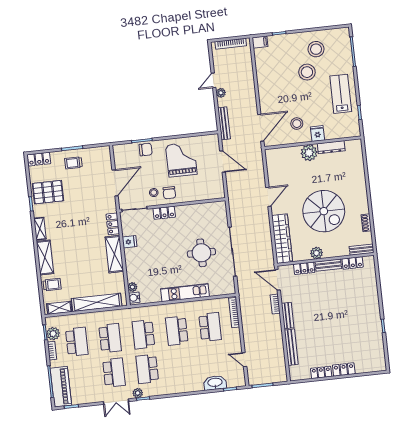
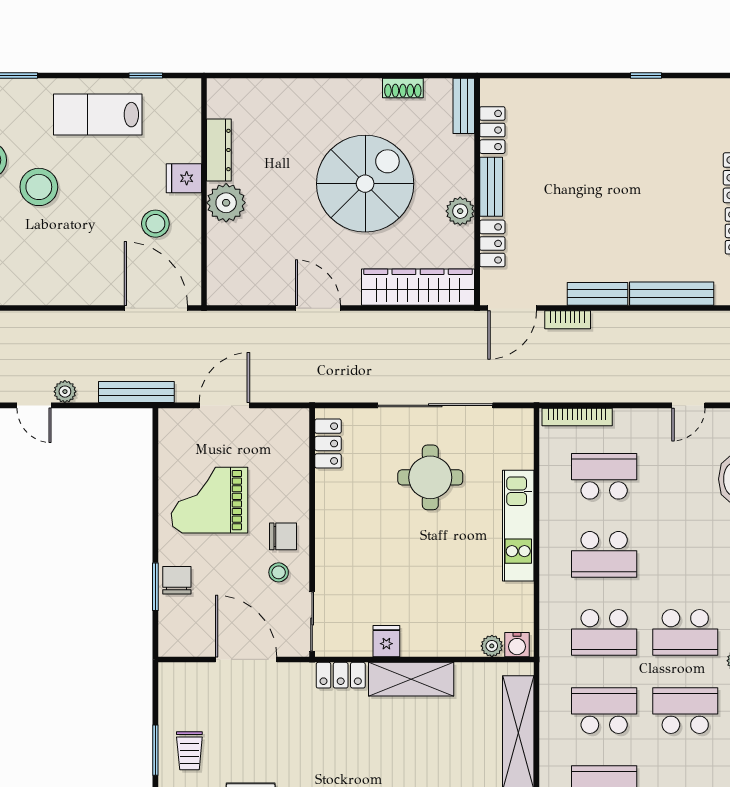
locker: (164, 213) -> (328, 444), moved

